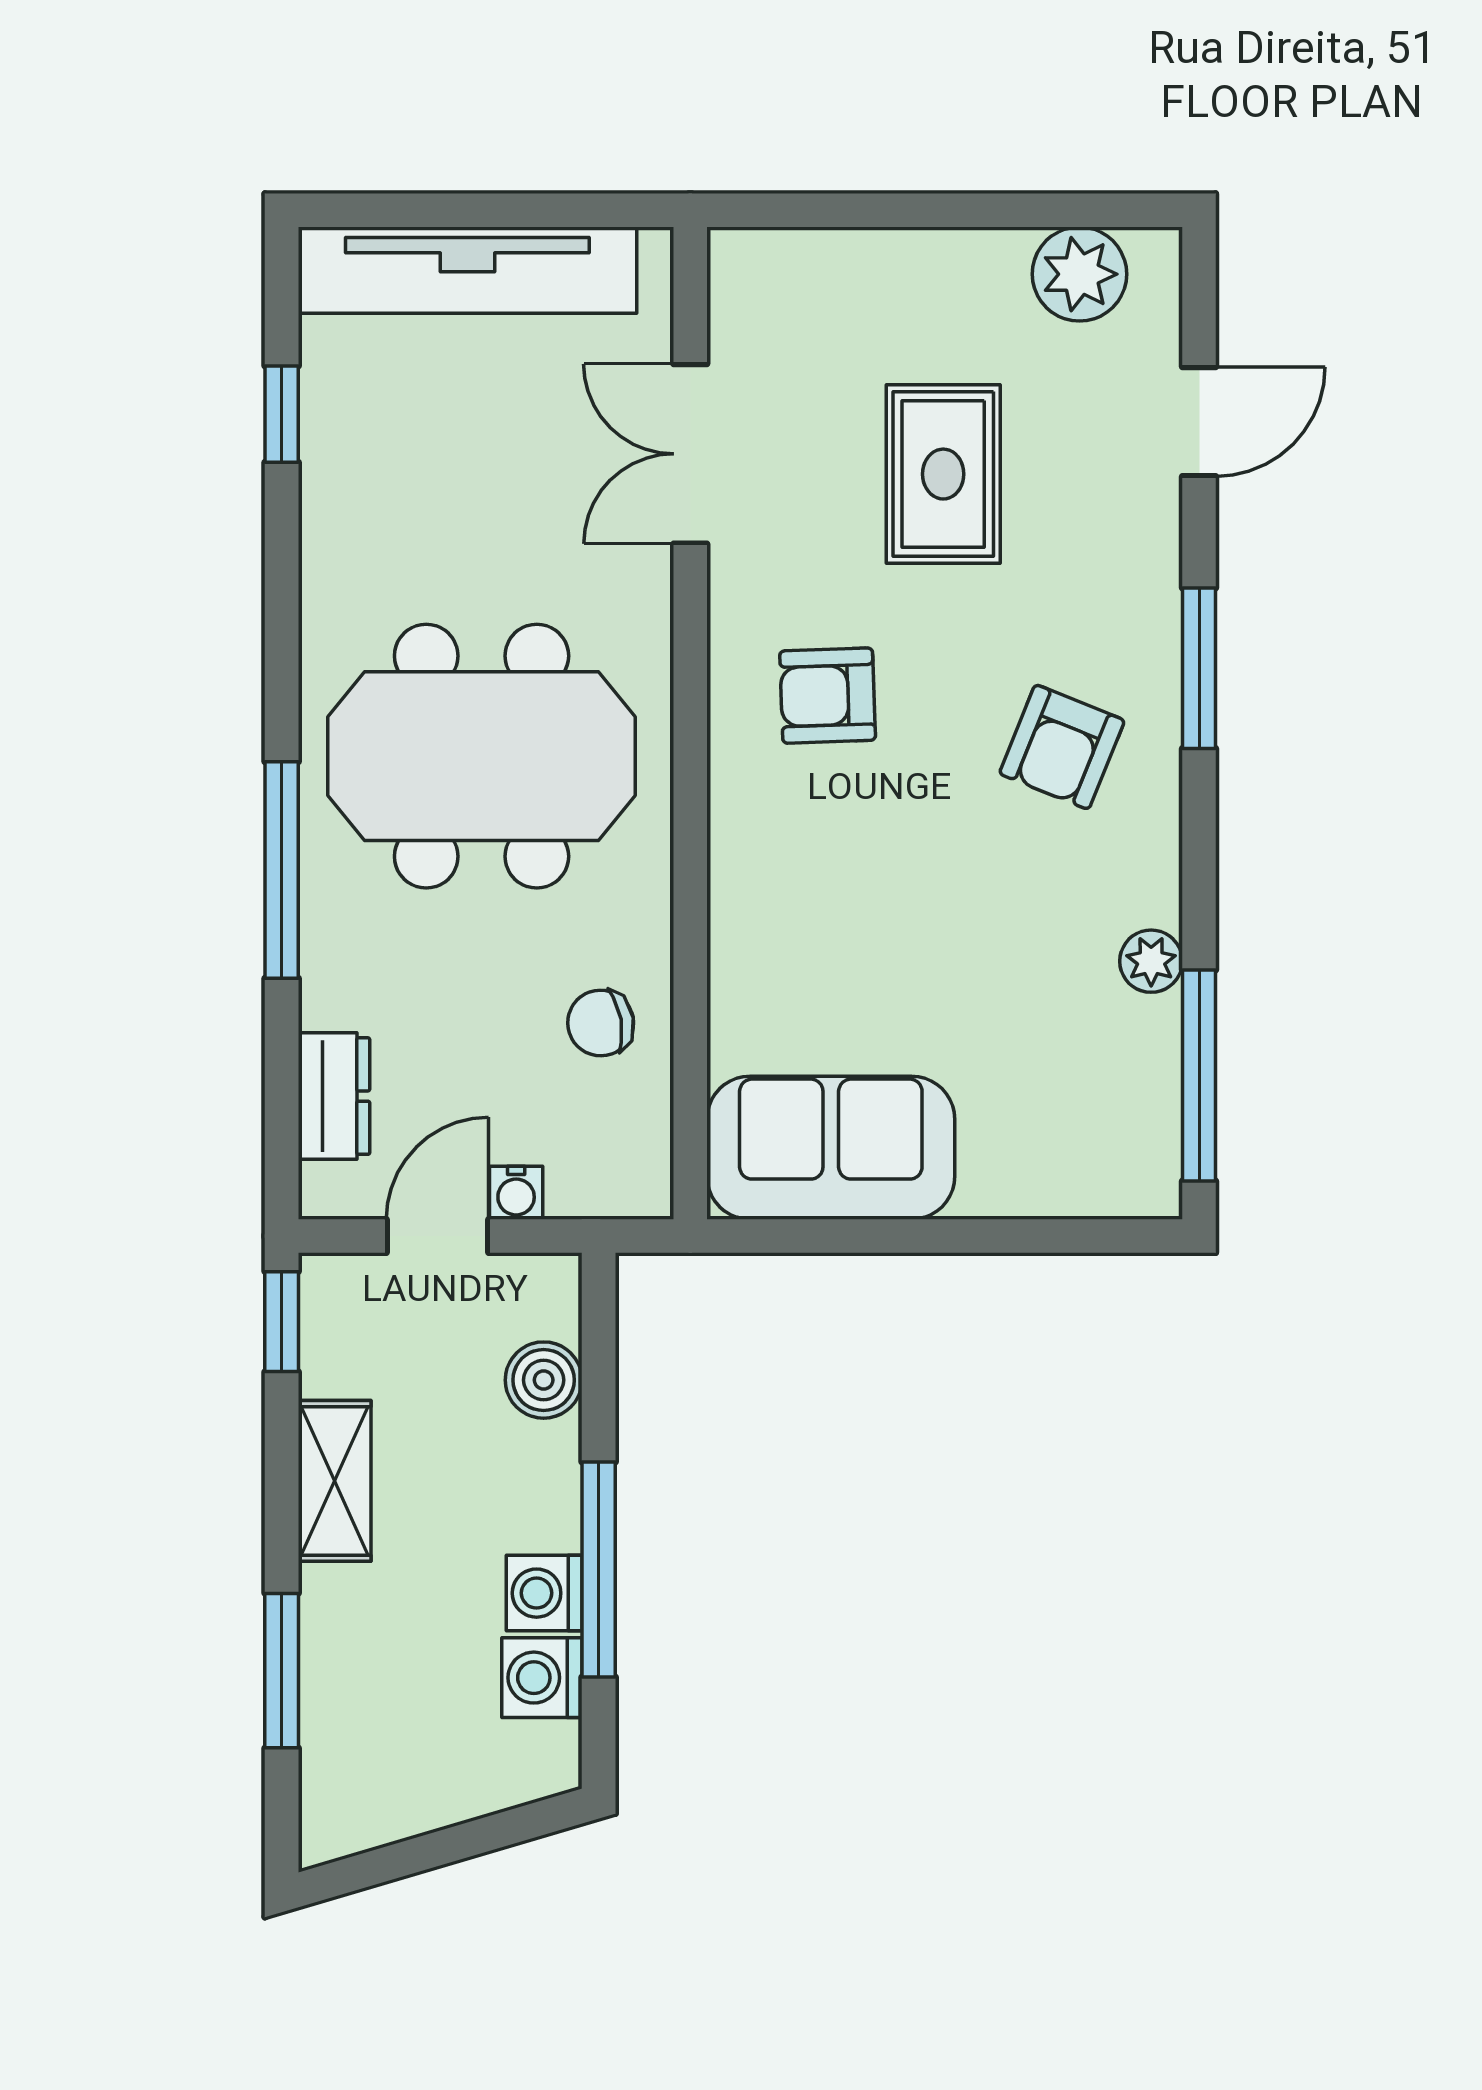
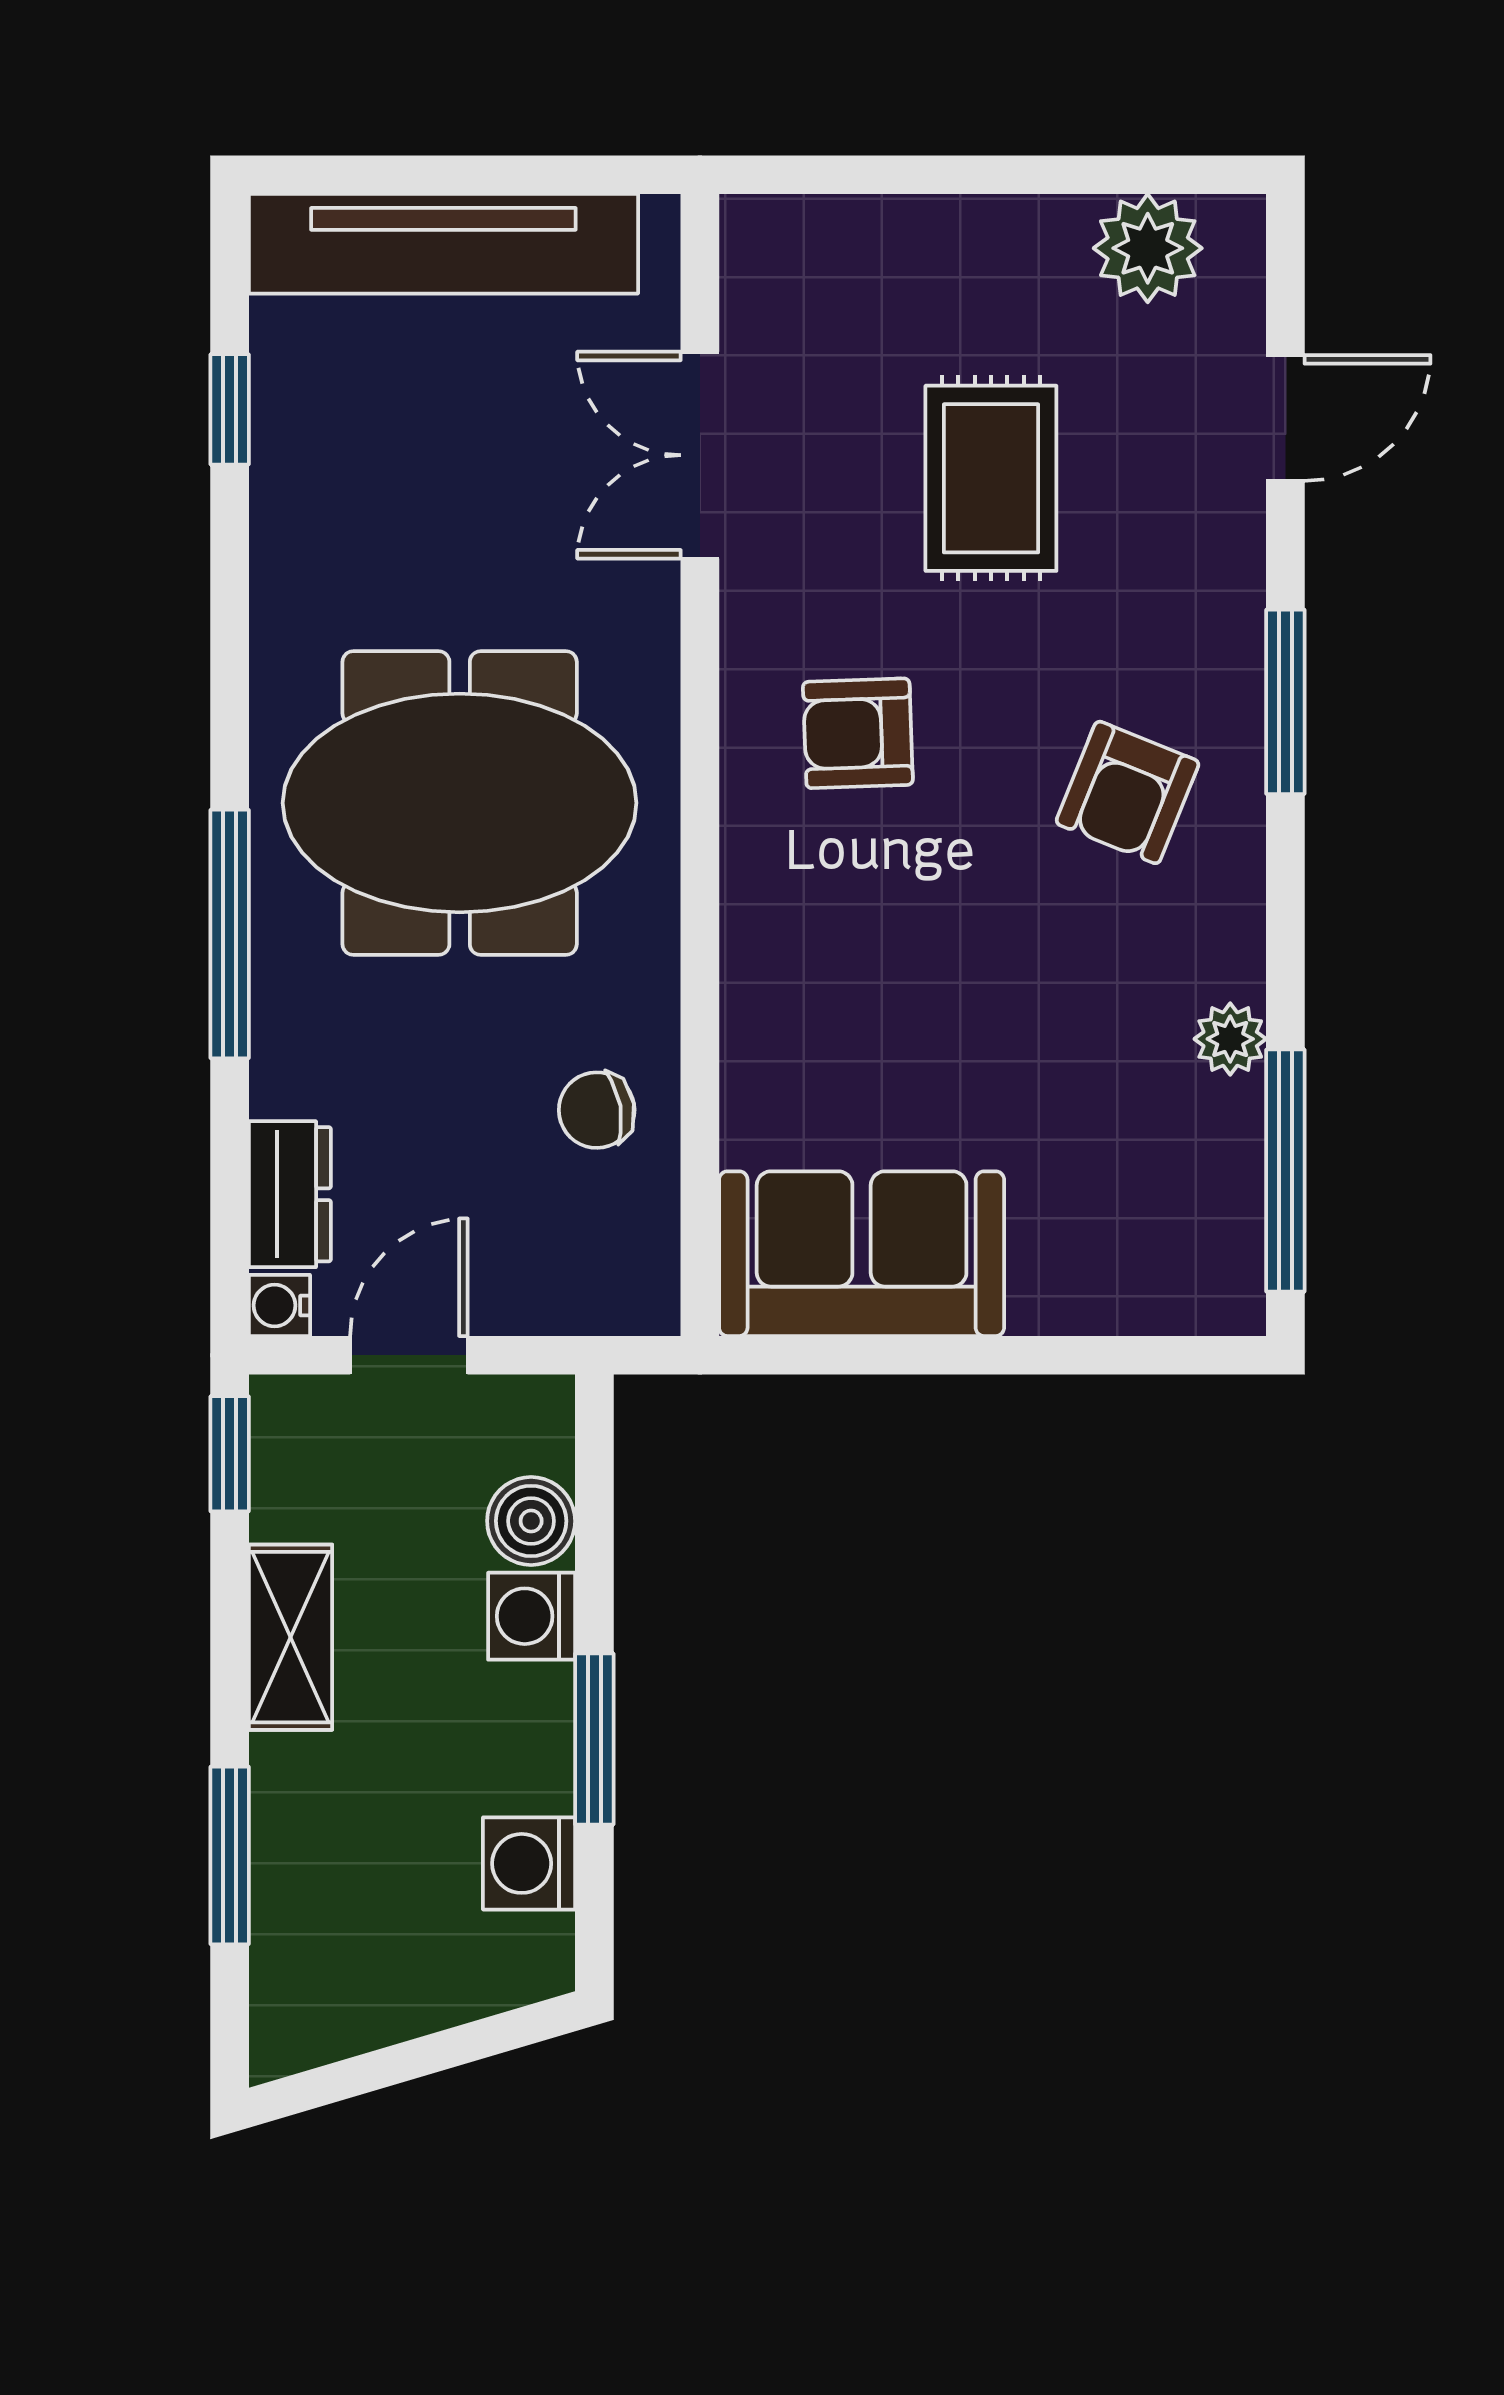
water cooler: (516, 1193) -> (279, 1305), moved, turned 90
window: (599, 1569) -> (594, 1739), width x0.69
washing machine: (544, 1593) -> (532, 1616), moved

